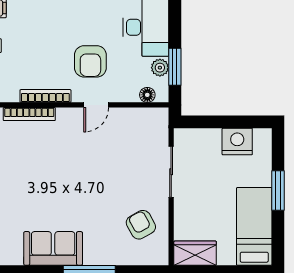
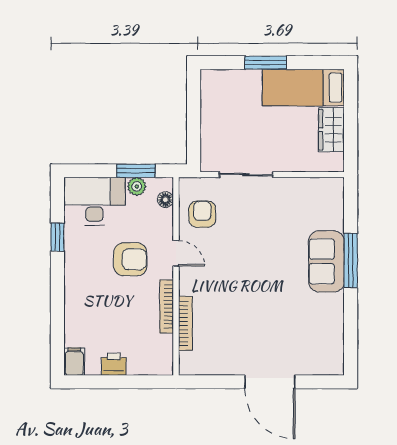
nightstand: (237, 142) -> (214, 105), removed
armchair: (141, 225) -> (202, 214), moved, turned 119
sofa: (53, 248) -> (326, 261), moved
wardrobe: (195, 253) -> (331, 130), moved

